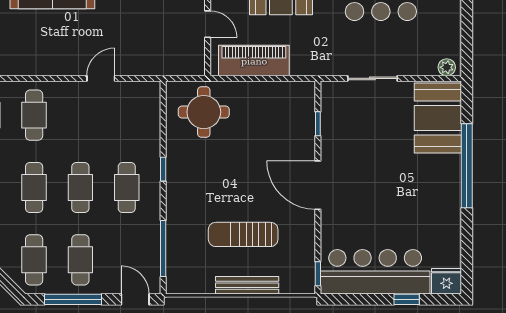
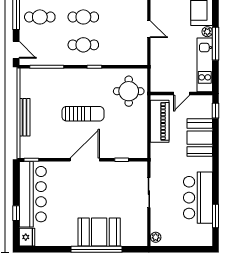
booth: (438, 118) -> (99, 232), moved
sun lounger: (243, 234) -> (83, 114), moved, turned 90
door: (135, 299) -> (16, 50), hinge flipped

